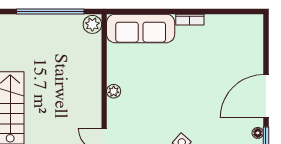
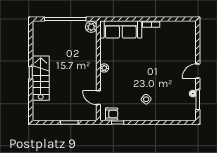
door: (266, 96) -> (198, 71), width x0.53

